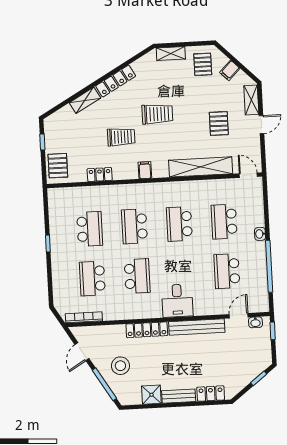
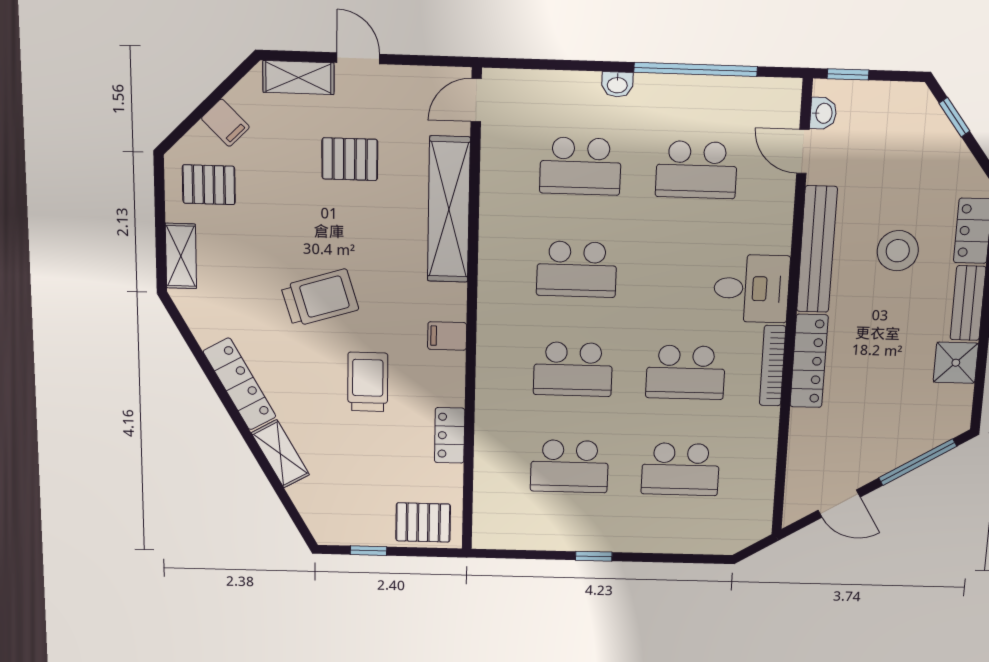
trolley: (157, 114) -> (320, 298), turned 73
school desk: (90, 229) -> (569, 466), turned 180
school desk: (137, 276) -> (686, 372), turned 180
bookcase: (84, 317) -> (773, 366), moved
stool: (120, 366) -> (898, 251), moved

